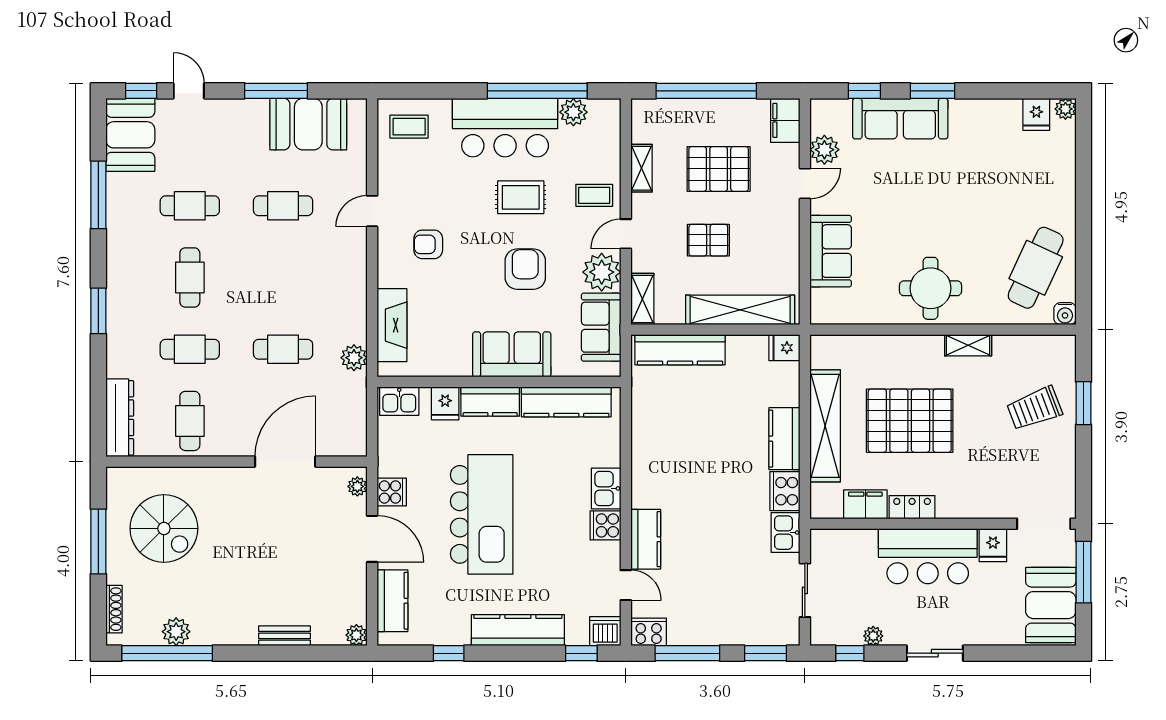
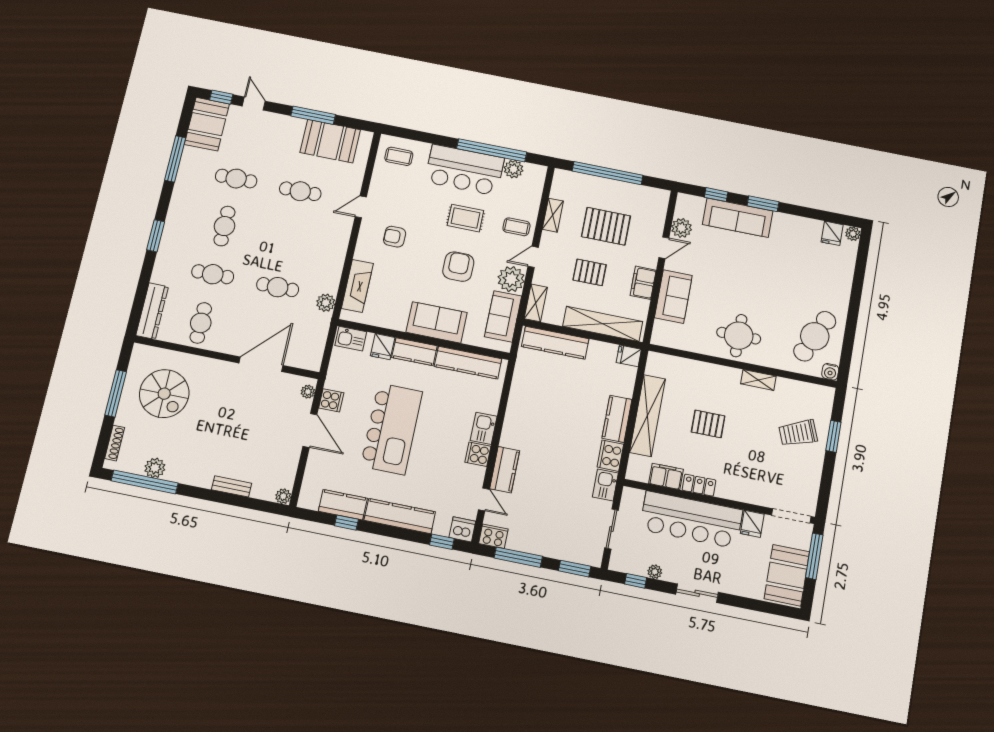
filing cabinet: (785, 120) -> (643, 283), moved
pallet: (910, 421) -> (708, 424), width x0.49, depth x0.50
bar counter: (928, 556) -> (691, 520), width x1.36
kitchen counter: (392, 601) -> (343, 505), moved, turned -90

